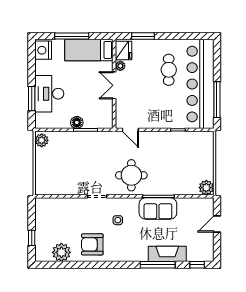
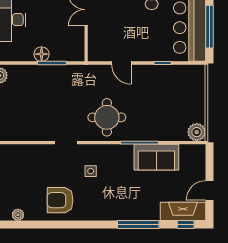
door: (130, 130) -> (121, 63), moved
sofa: (158, 208) -> (156, 157), moved
door: (217, 224) -> (209, 190), moved
plant: (61, 252) -> (18, 215), width x0.53, depth x0.53
fireplace: (167, 254) -> (183, 211), moved

